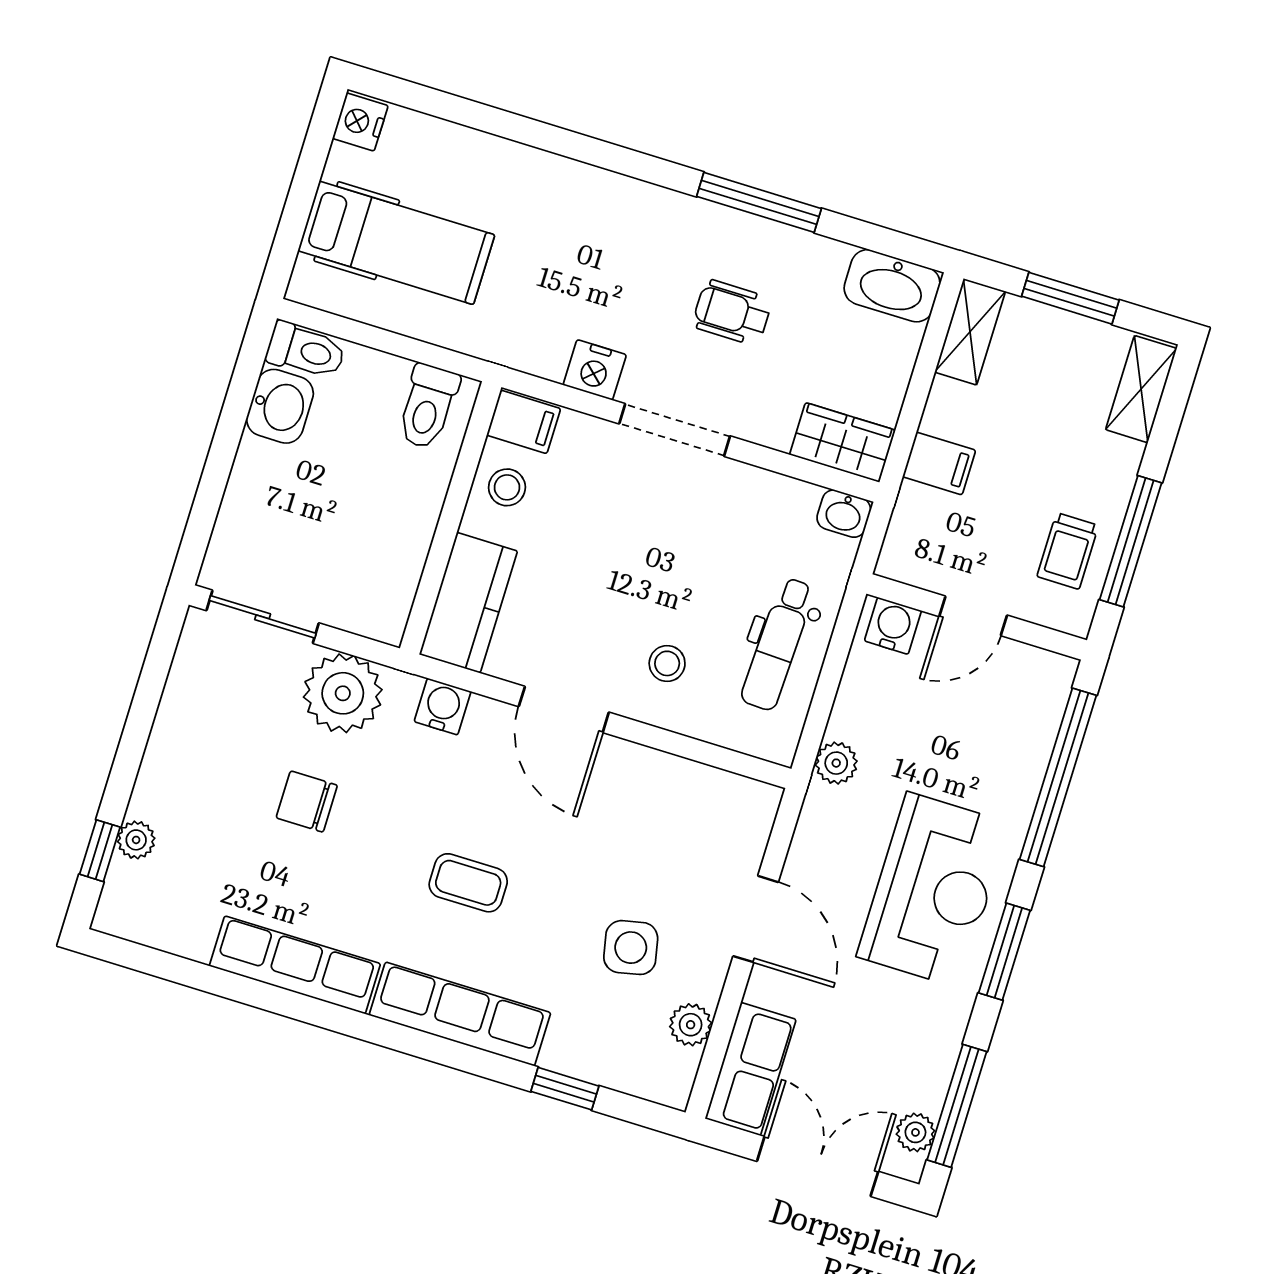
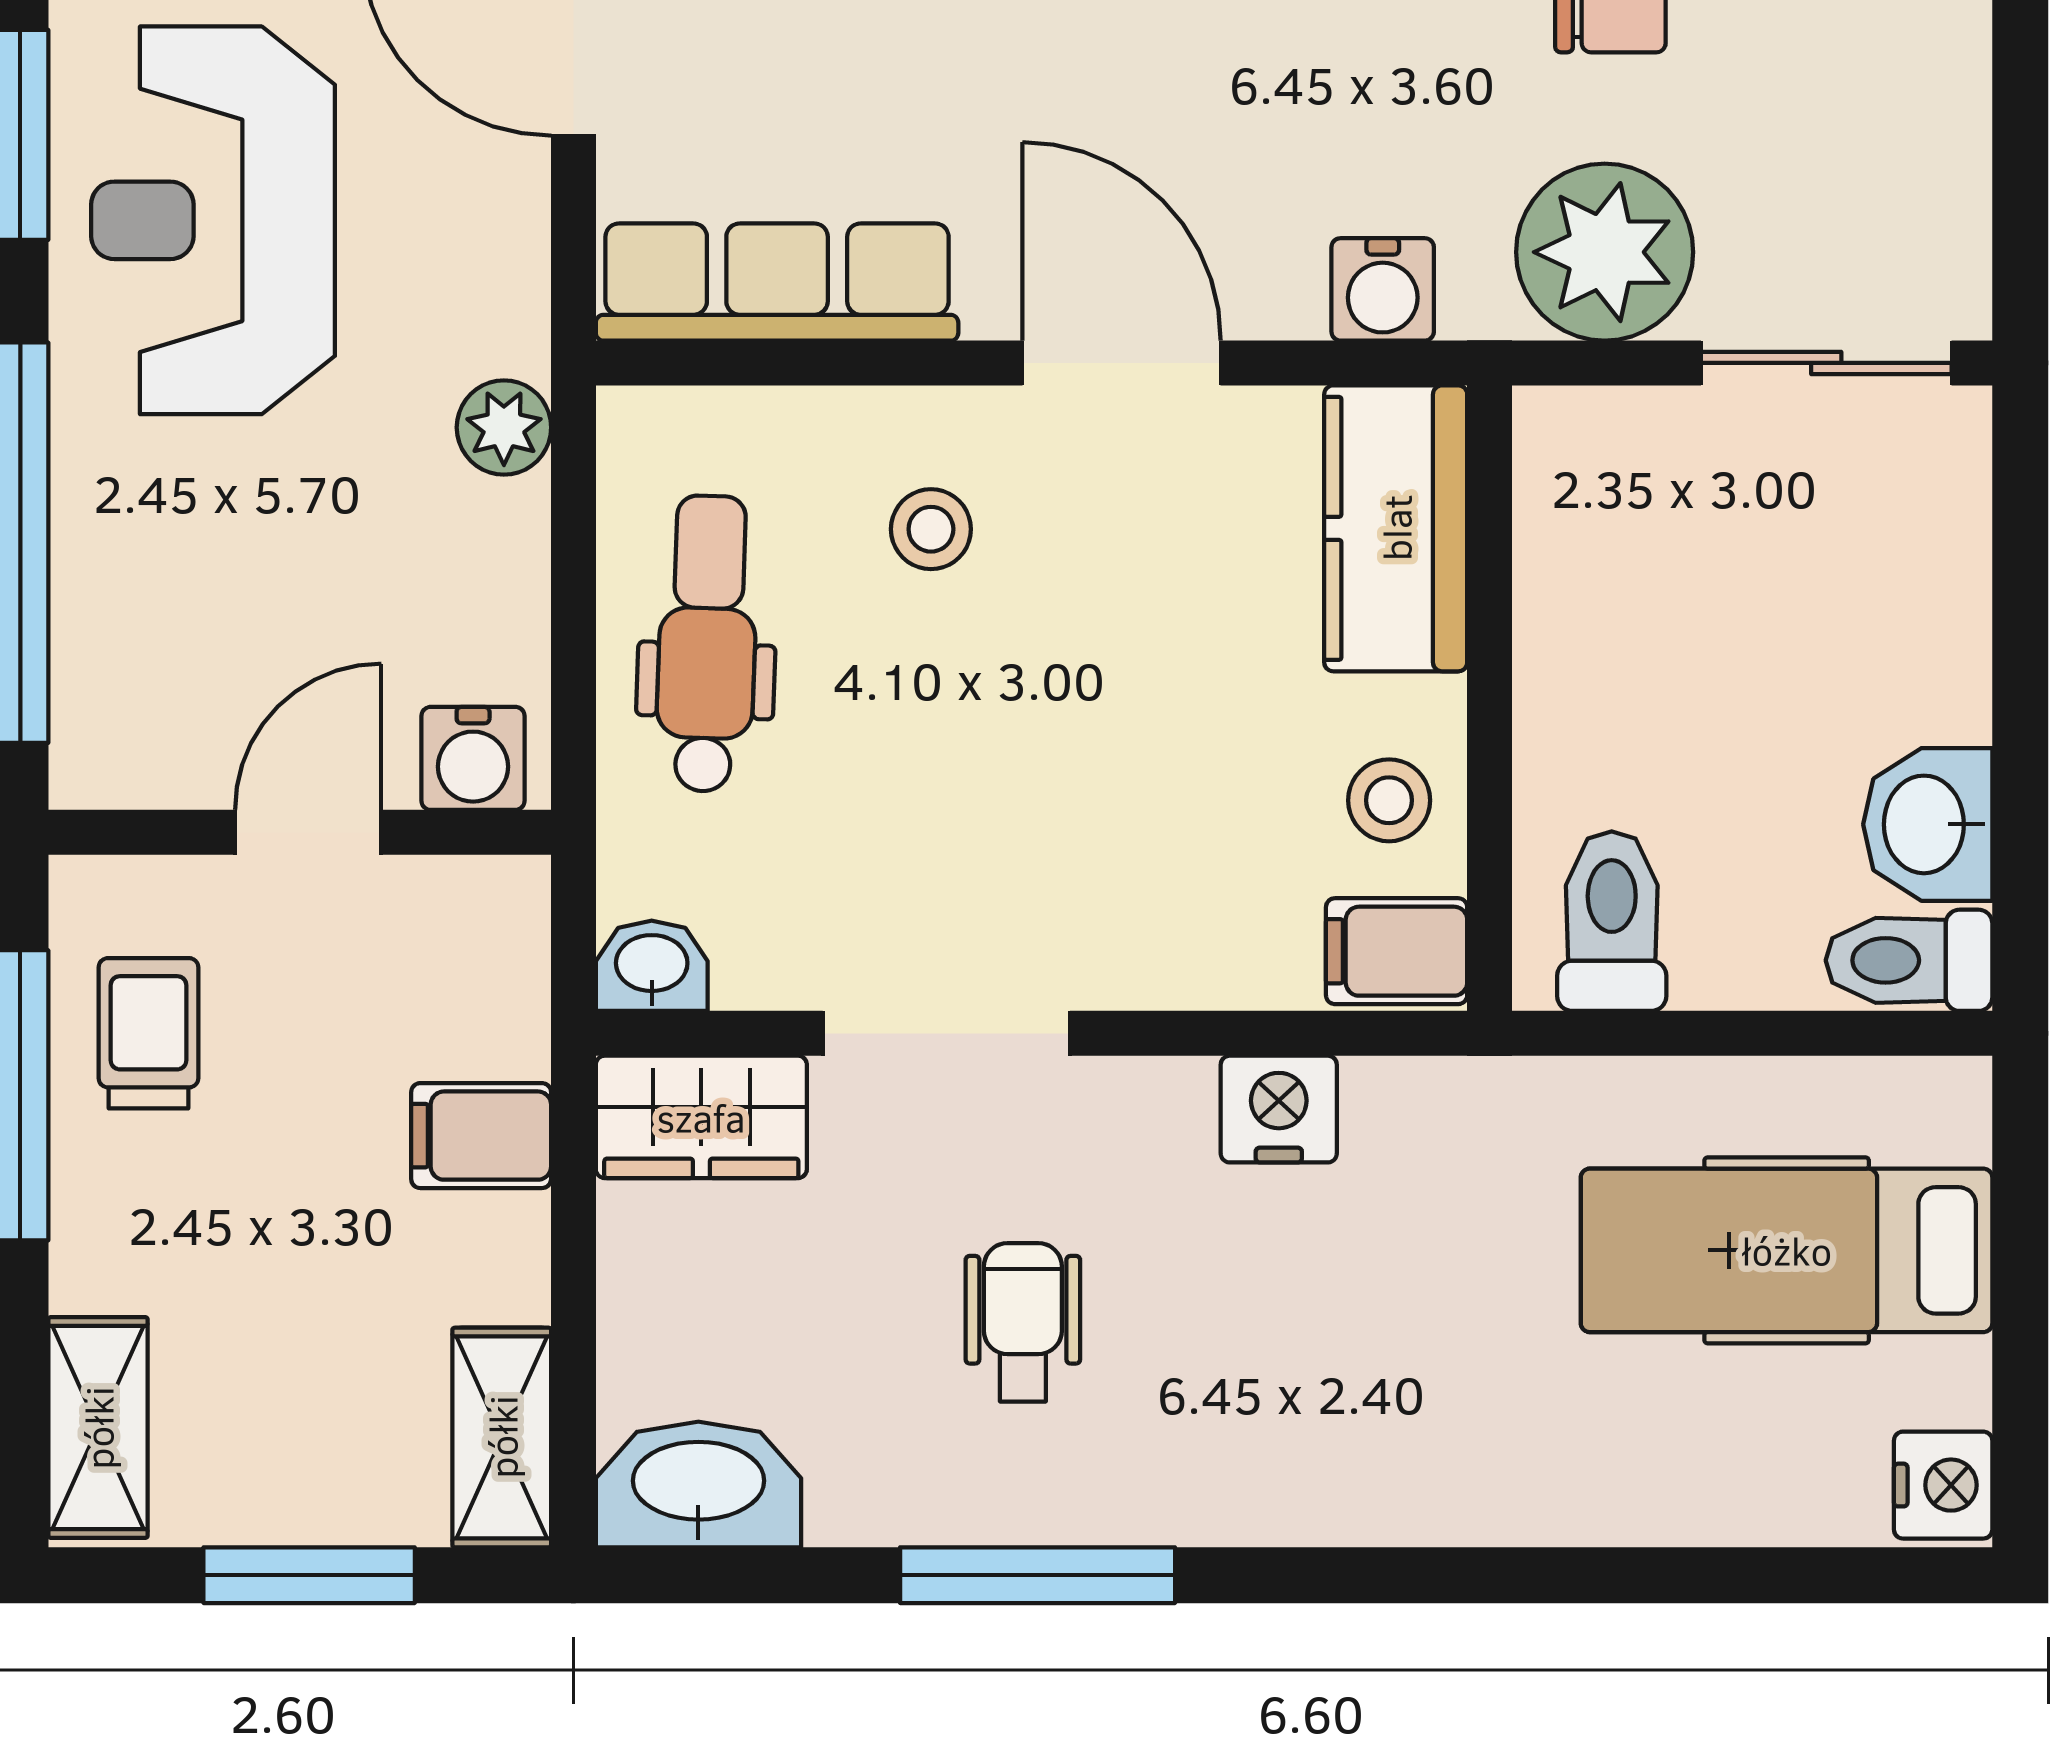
wheelchair: (732, 312) -> (1023, 1322), turned -90
doorway: (675, 430) -> (946, 1033), moved
row of seats: (700, 789) -> (777, 282), added

